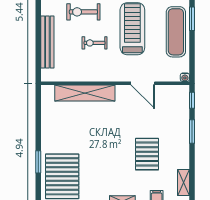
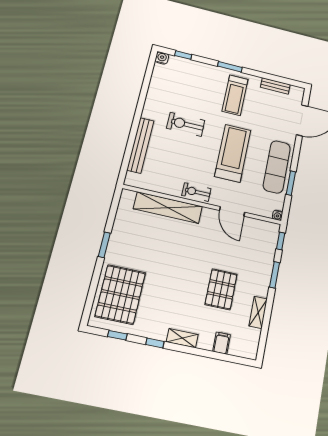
window: (192, 19) -> (291, 183), moved
exercise bike: (95, 43) -> (196, 192), moved
window: (38, 162) -> (104, 245), moved
shelving: (183, 182) -> (258, 312), moved

